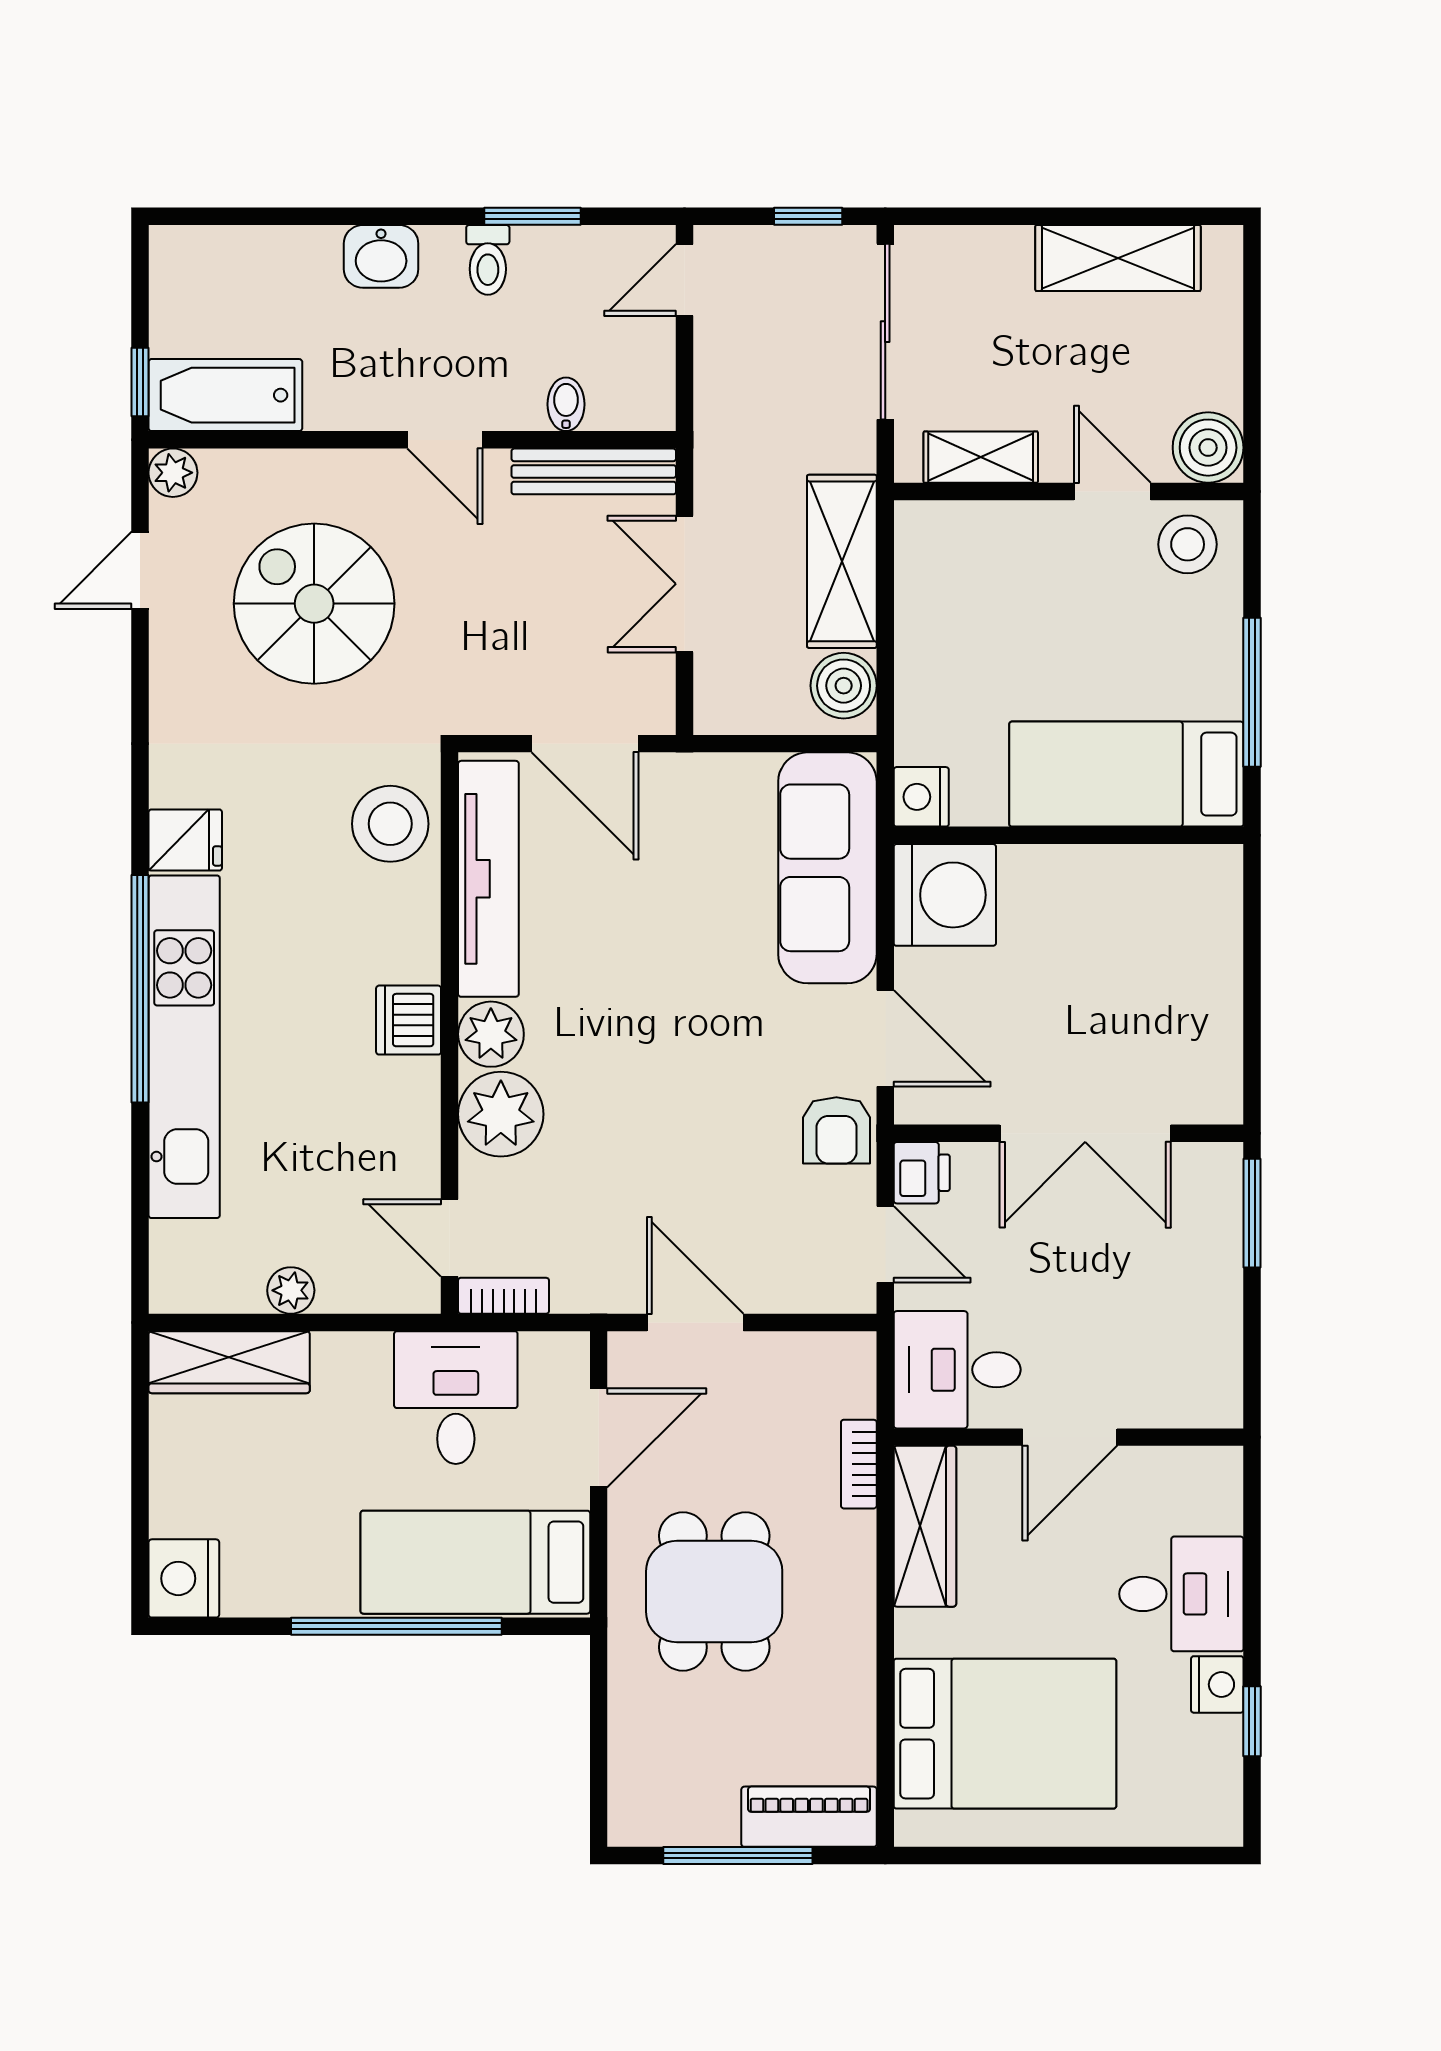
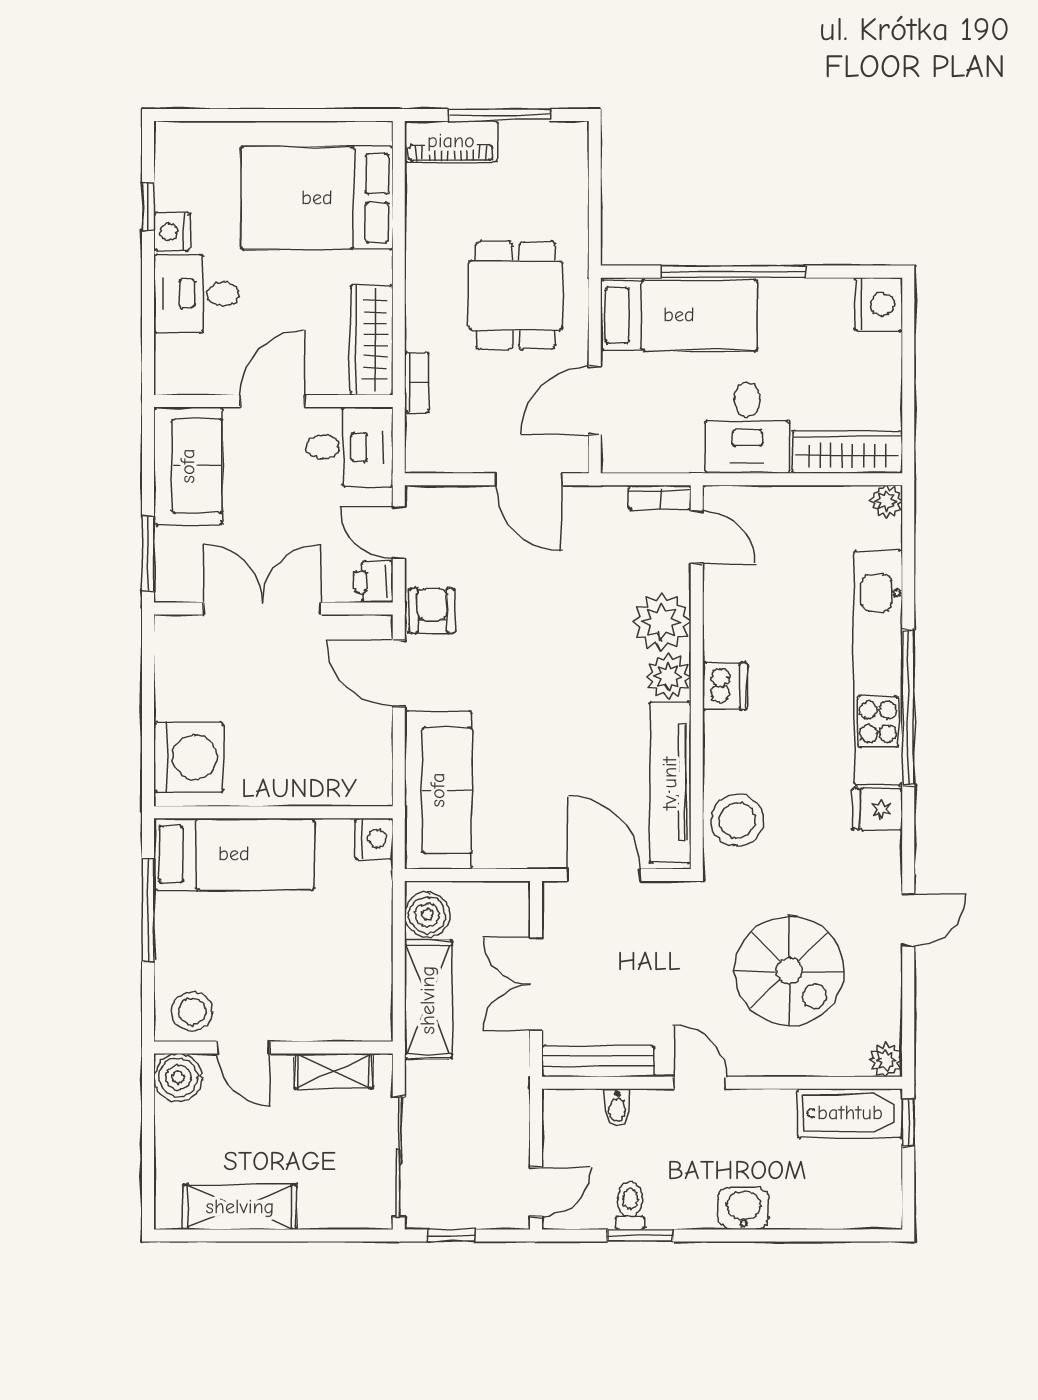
toilet: (488, 260) -> (630, 1206), moved
door: (140, 570) -> (908, 920), moved
double door: (685, 584) -> (536, 984), swing flipped
washing machine: (945, 895) -> (189, 757), moved, turned 180
plant: (291, 1290) -> (886, 501), moved
sofa: (1193, 1342) -> (188, 466), added
desk: (456, 1398) -> (747, 428), moved

